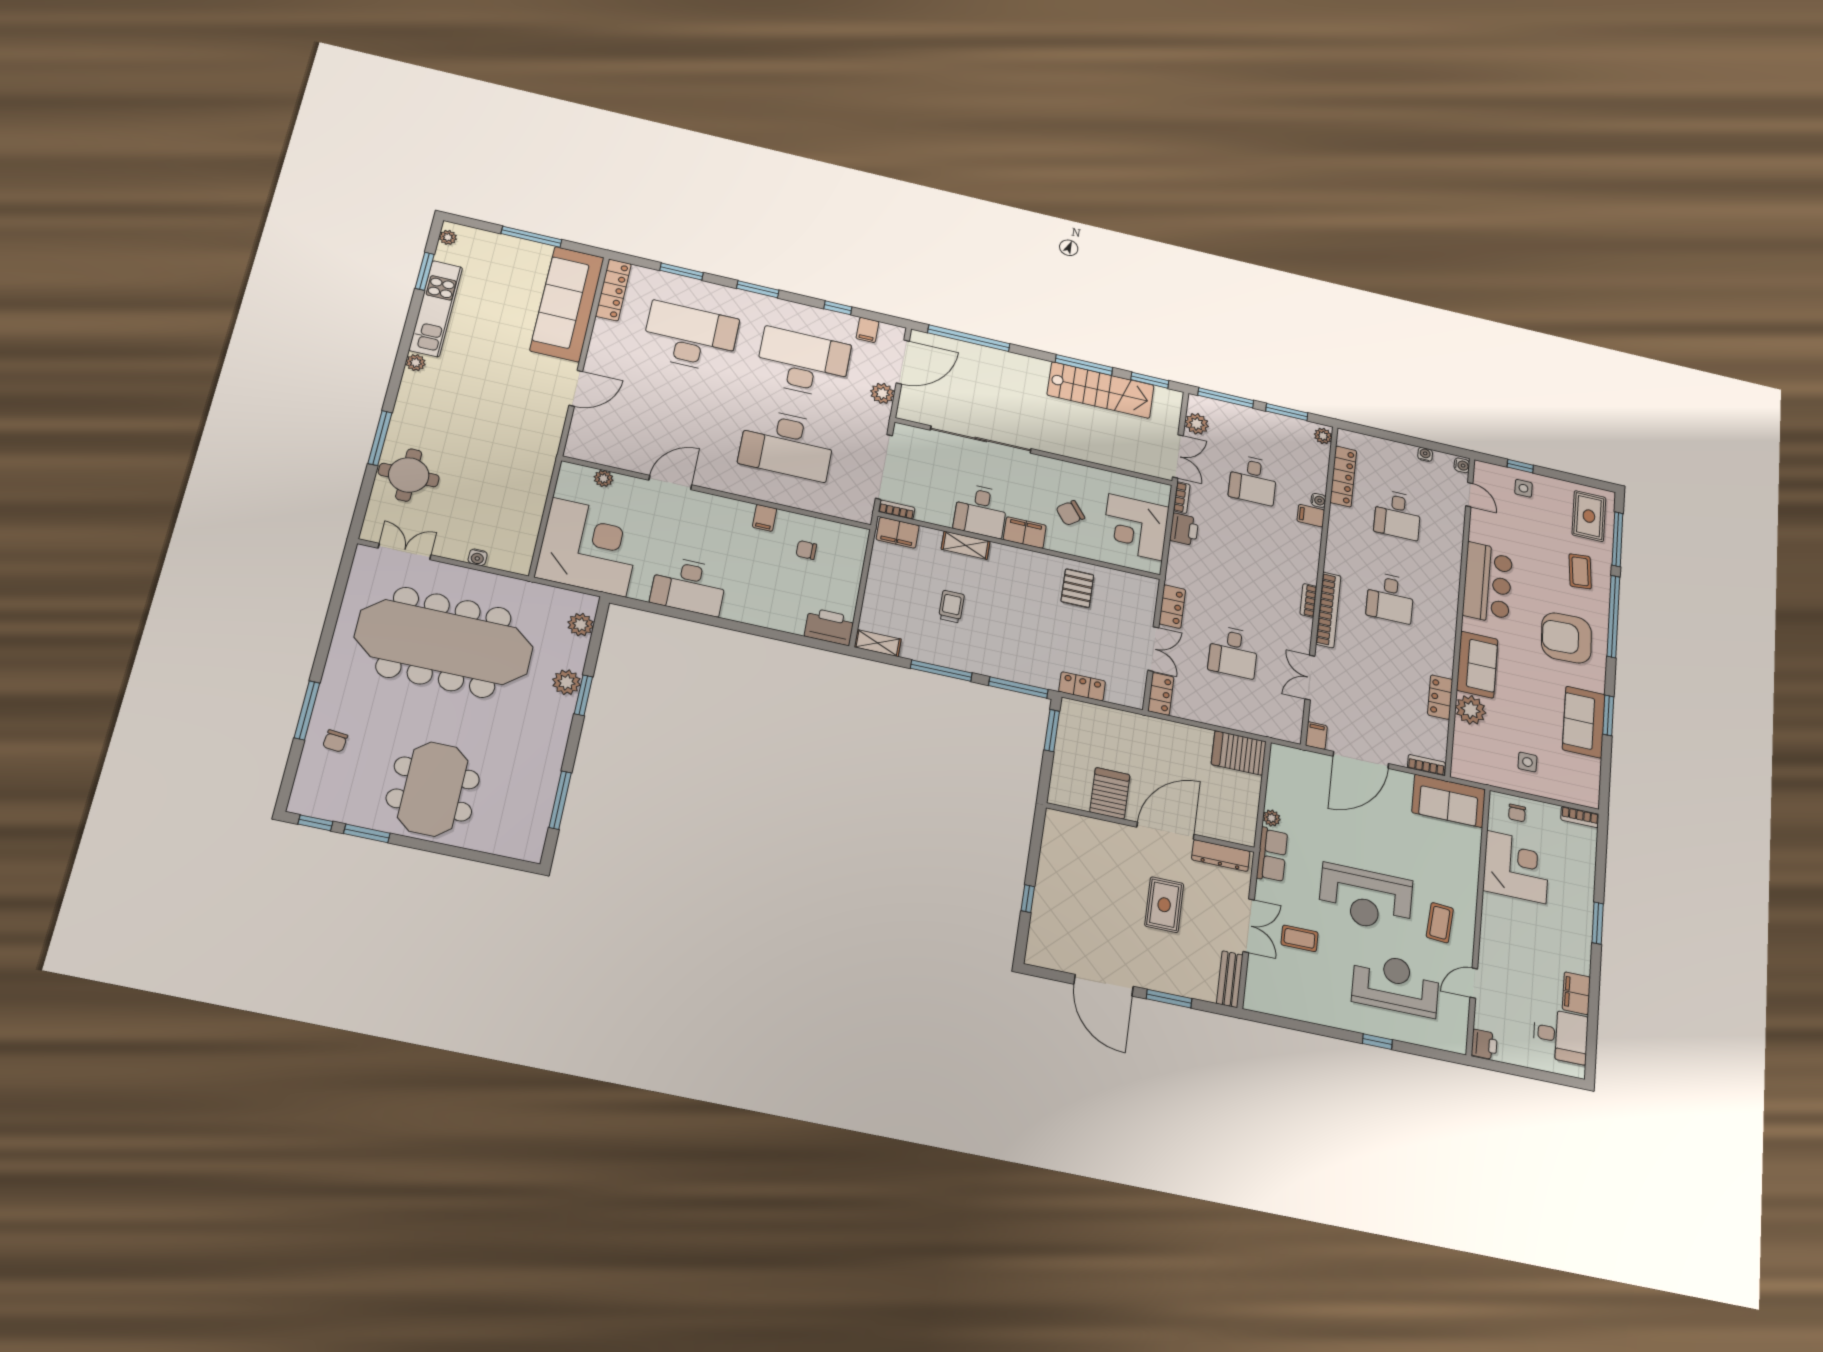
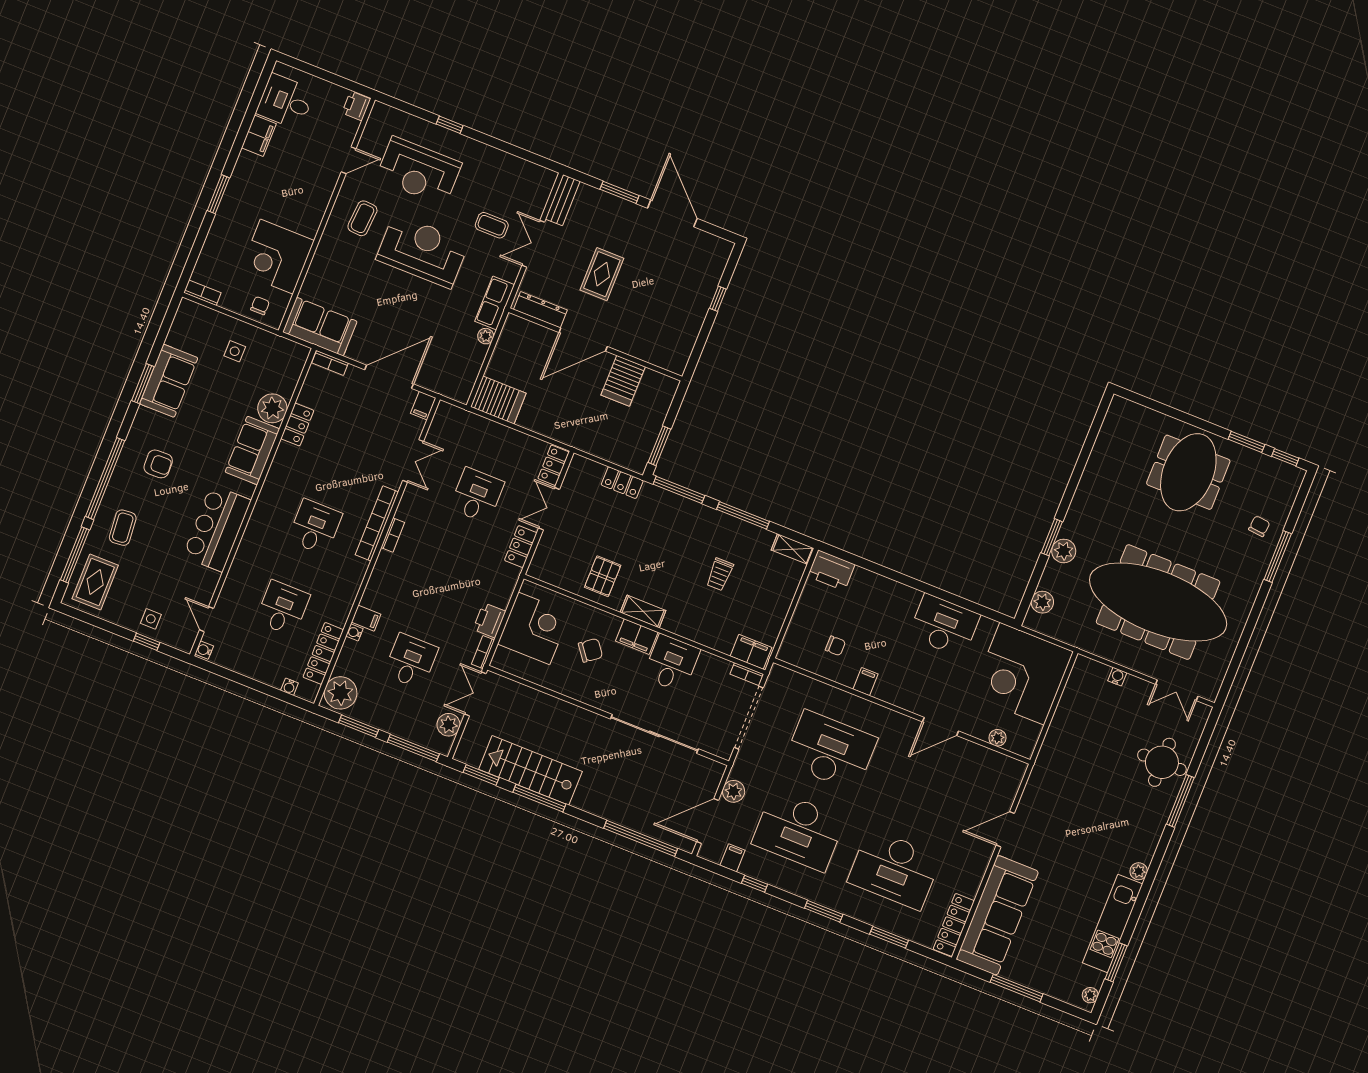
plant: (1323, 436) -> (341, 693), width x1.88, depth x1.88
water cooler: (1425, 454) -> (289, 687), moved
shelving: (966, 545) -> (643, 611), moved
armchair: (1566, 638) -> (158, 464), width x0.53, depth x0.53
window: (560, 800) -> (1088, 447), removed

